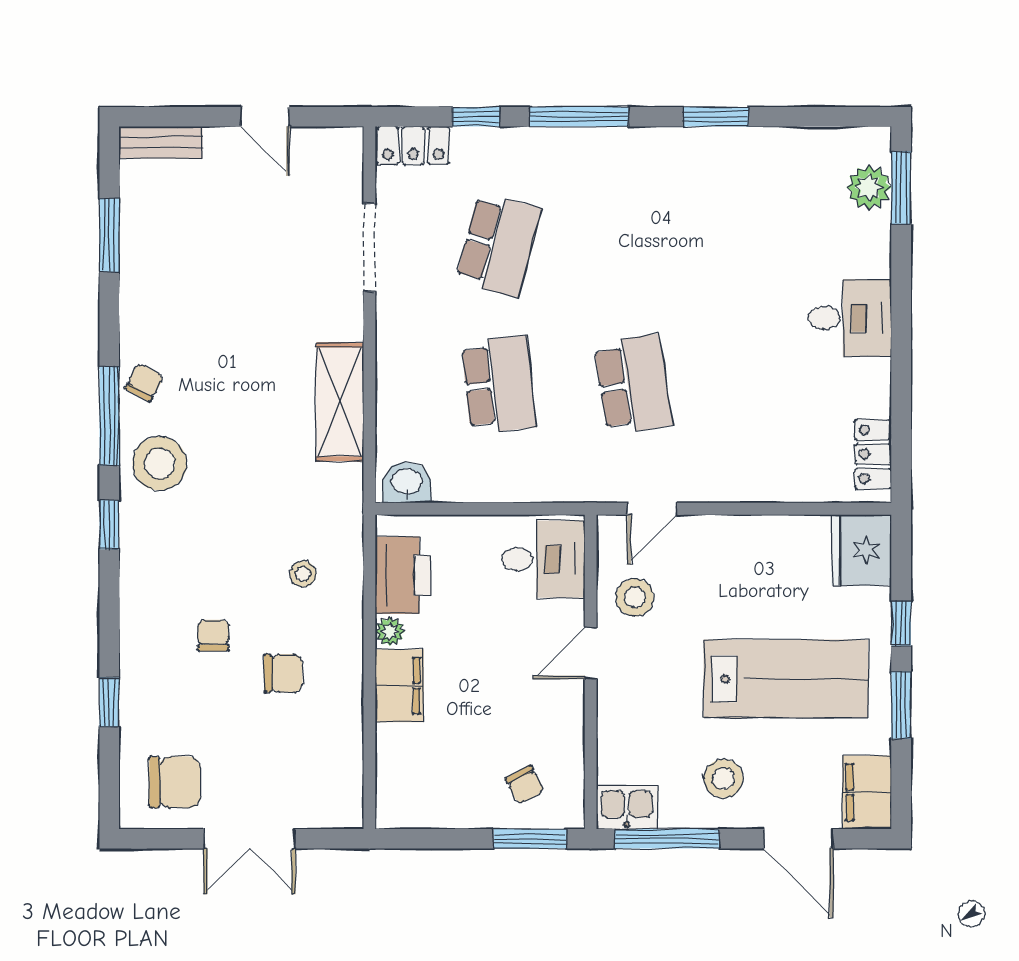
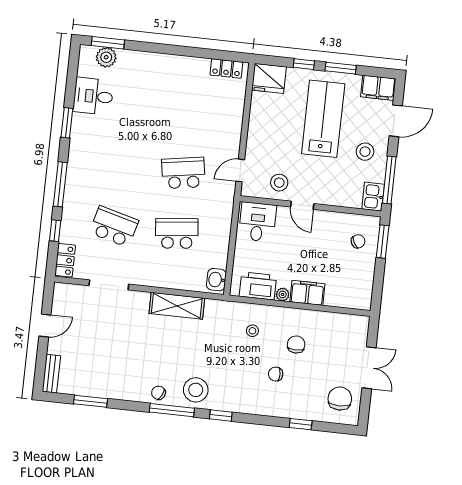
desk: (850, 318) -> (93, 96), moved, turned -90
door: (652, 509) -> (240, 170), swing flipped

